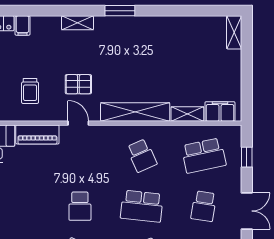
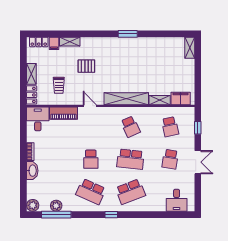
window: (120, 11) -> (128, 34), moved
shelving: (77, 23) -> (70, 42), moved
pallet: (78, 84) -> (86, 66), moved
school desk: (204, 156) -> (170, 127), width x0.54

